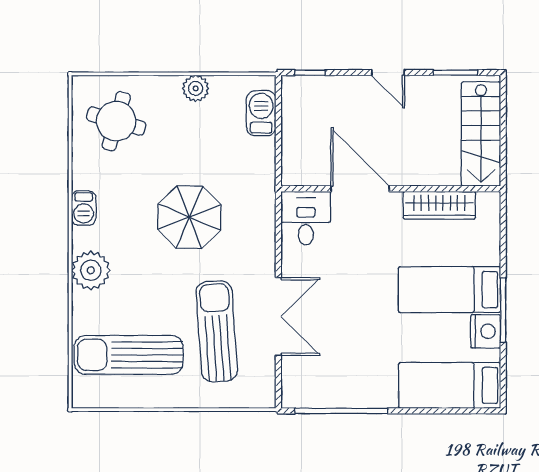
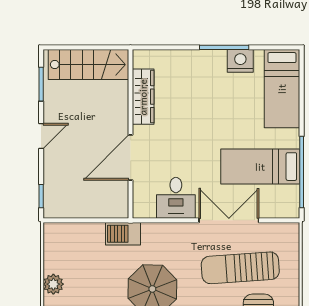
barbecue: (261, 113) -> (123, 234), moved
desk: (306, 218) -> (176, 198), moved, turned -90
bed: (450, 290) -> (260, 167), moved, turned 90

